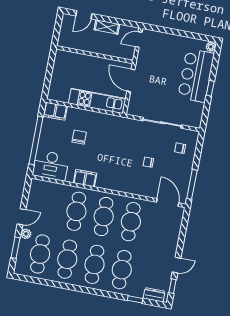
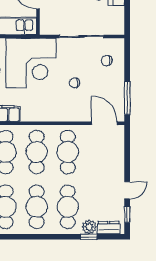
corner desk: (114, 138) -> (31, 63), added
plant: (137, 291) -> (89, 227), added

